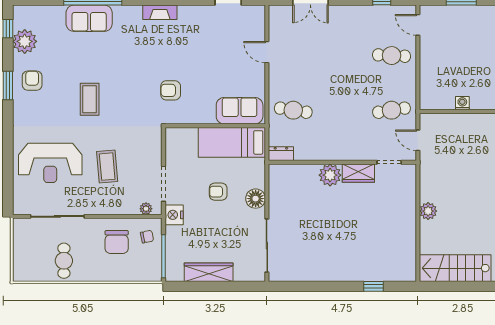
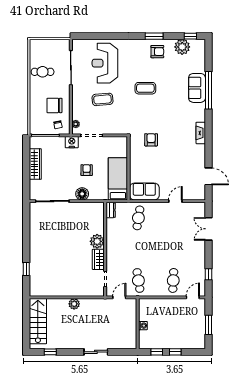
sofa: (240, 111) -> (144, 192), moved, turned -90

